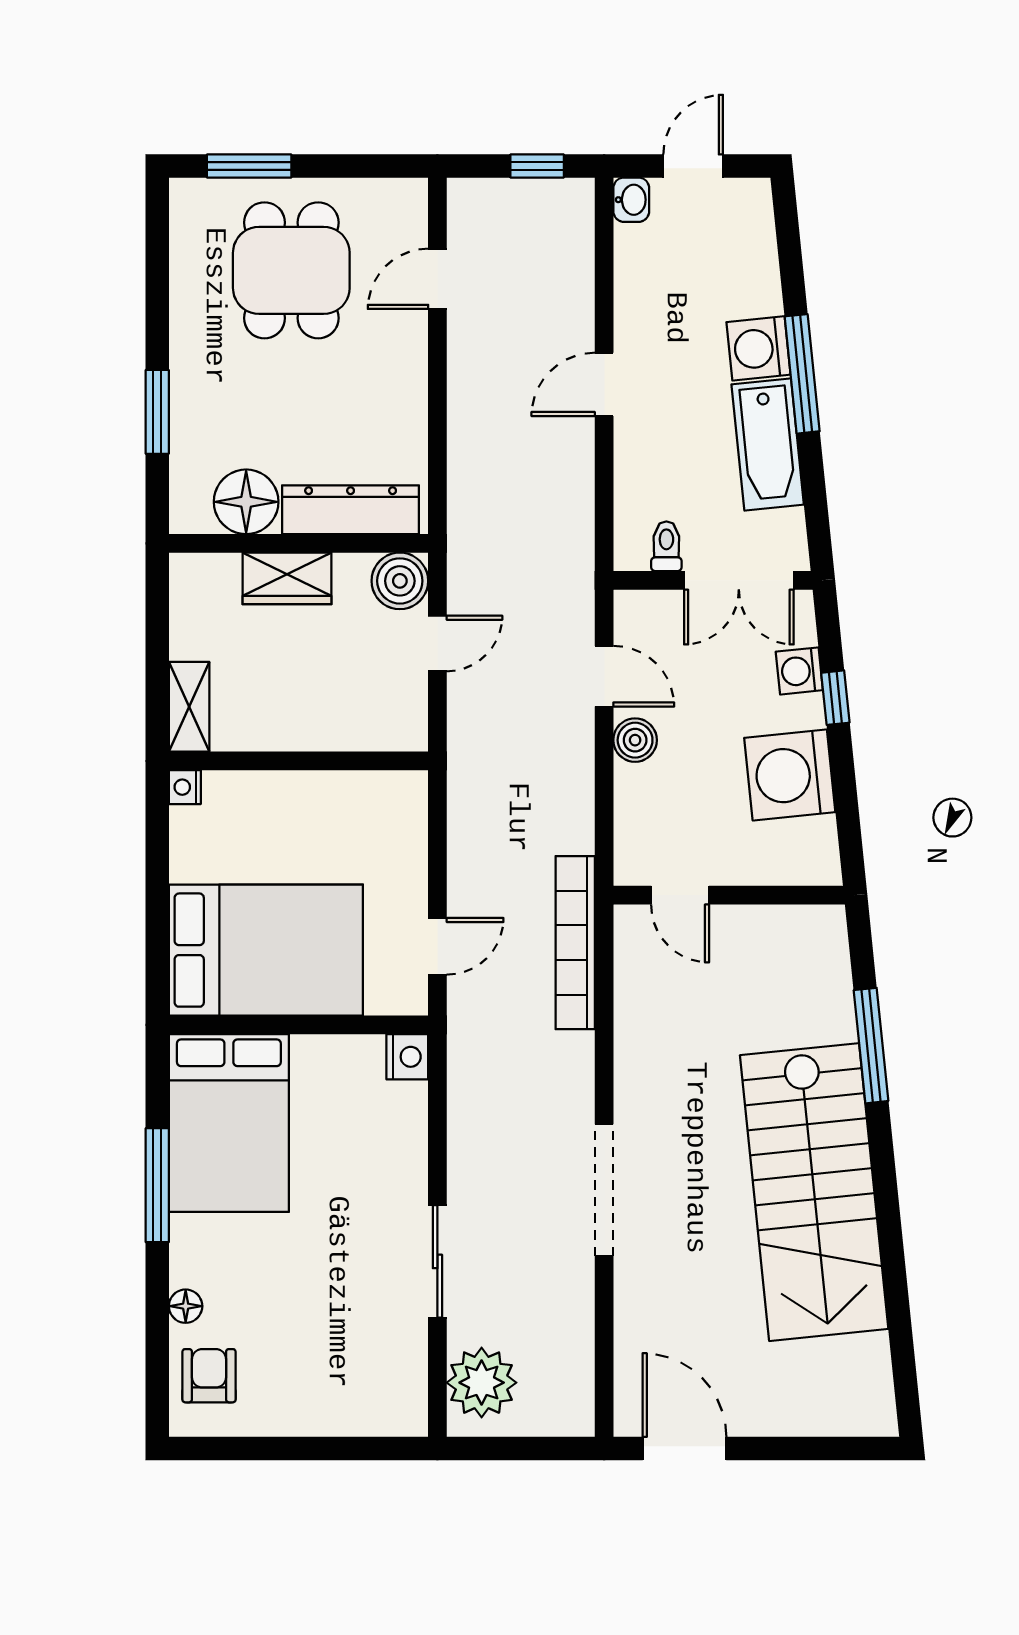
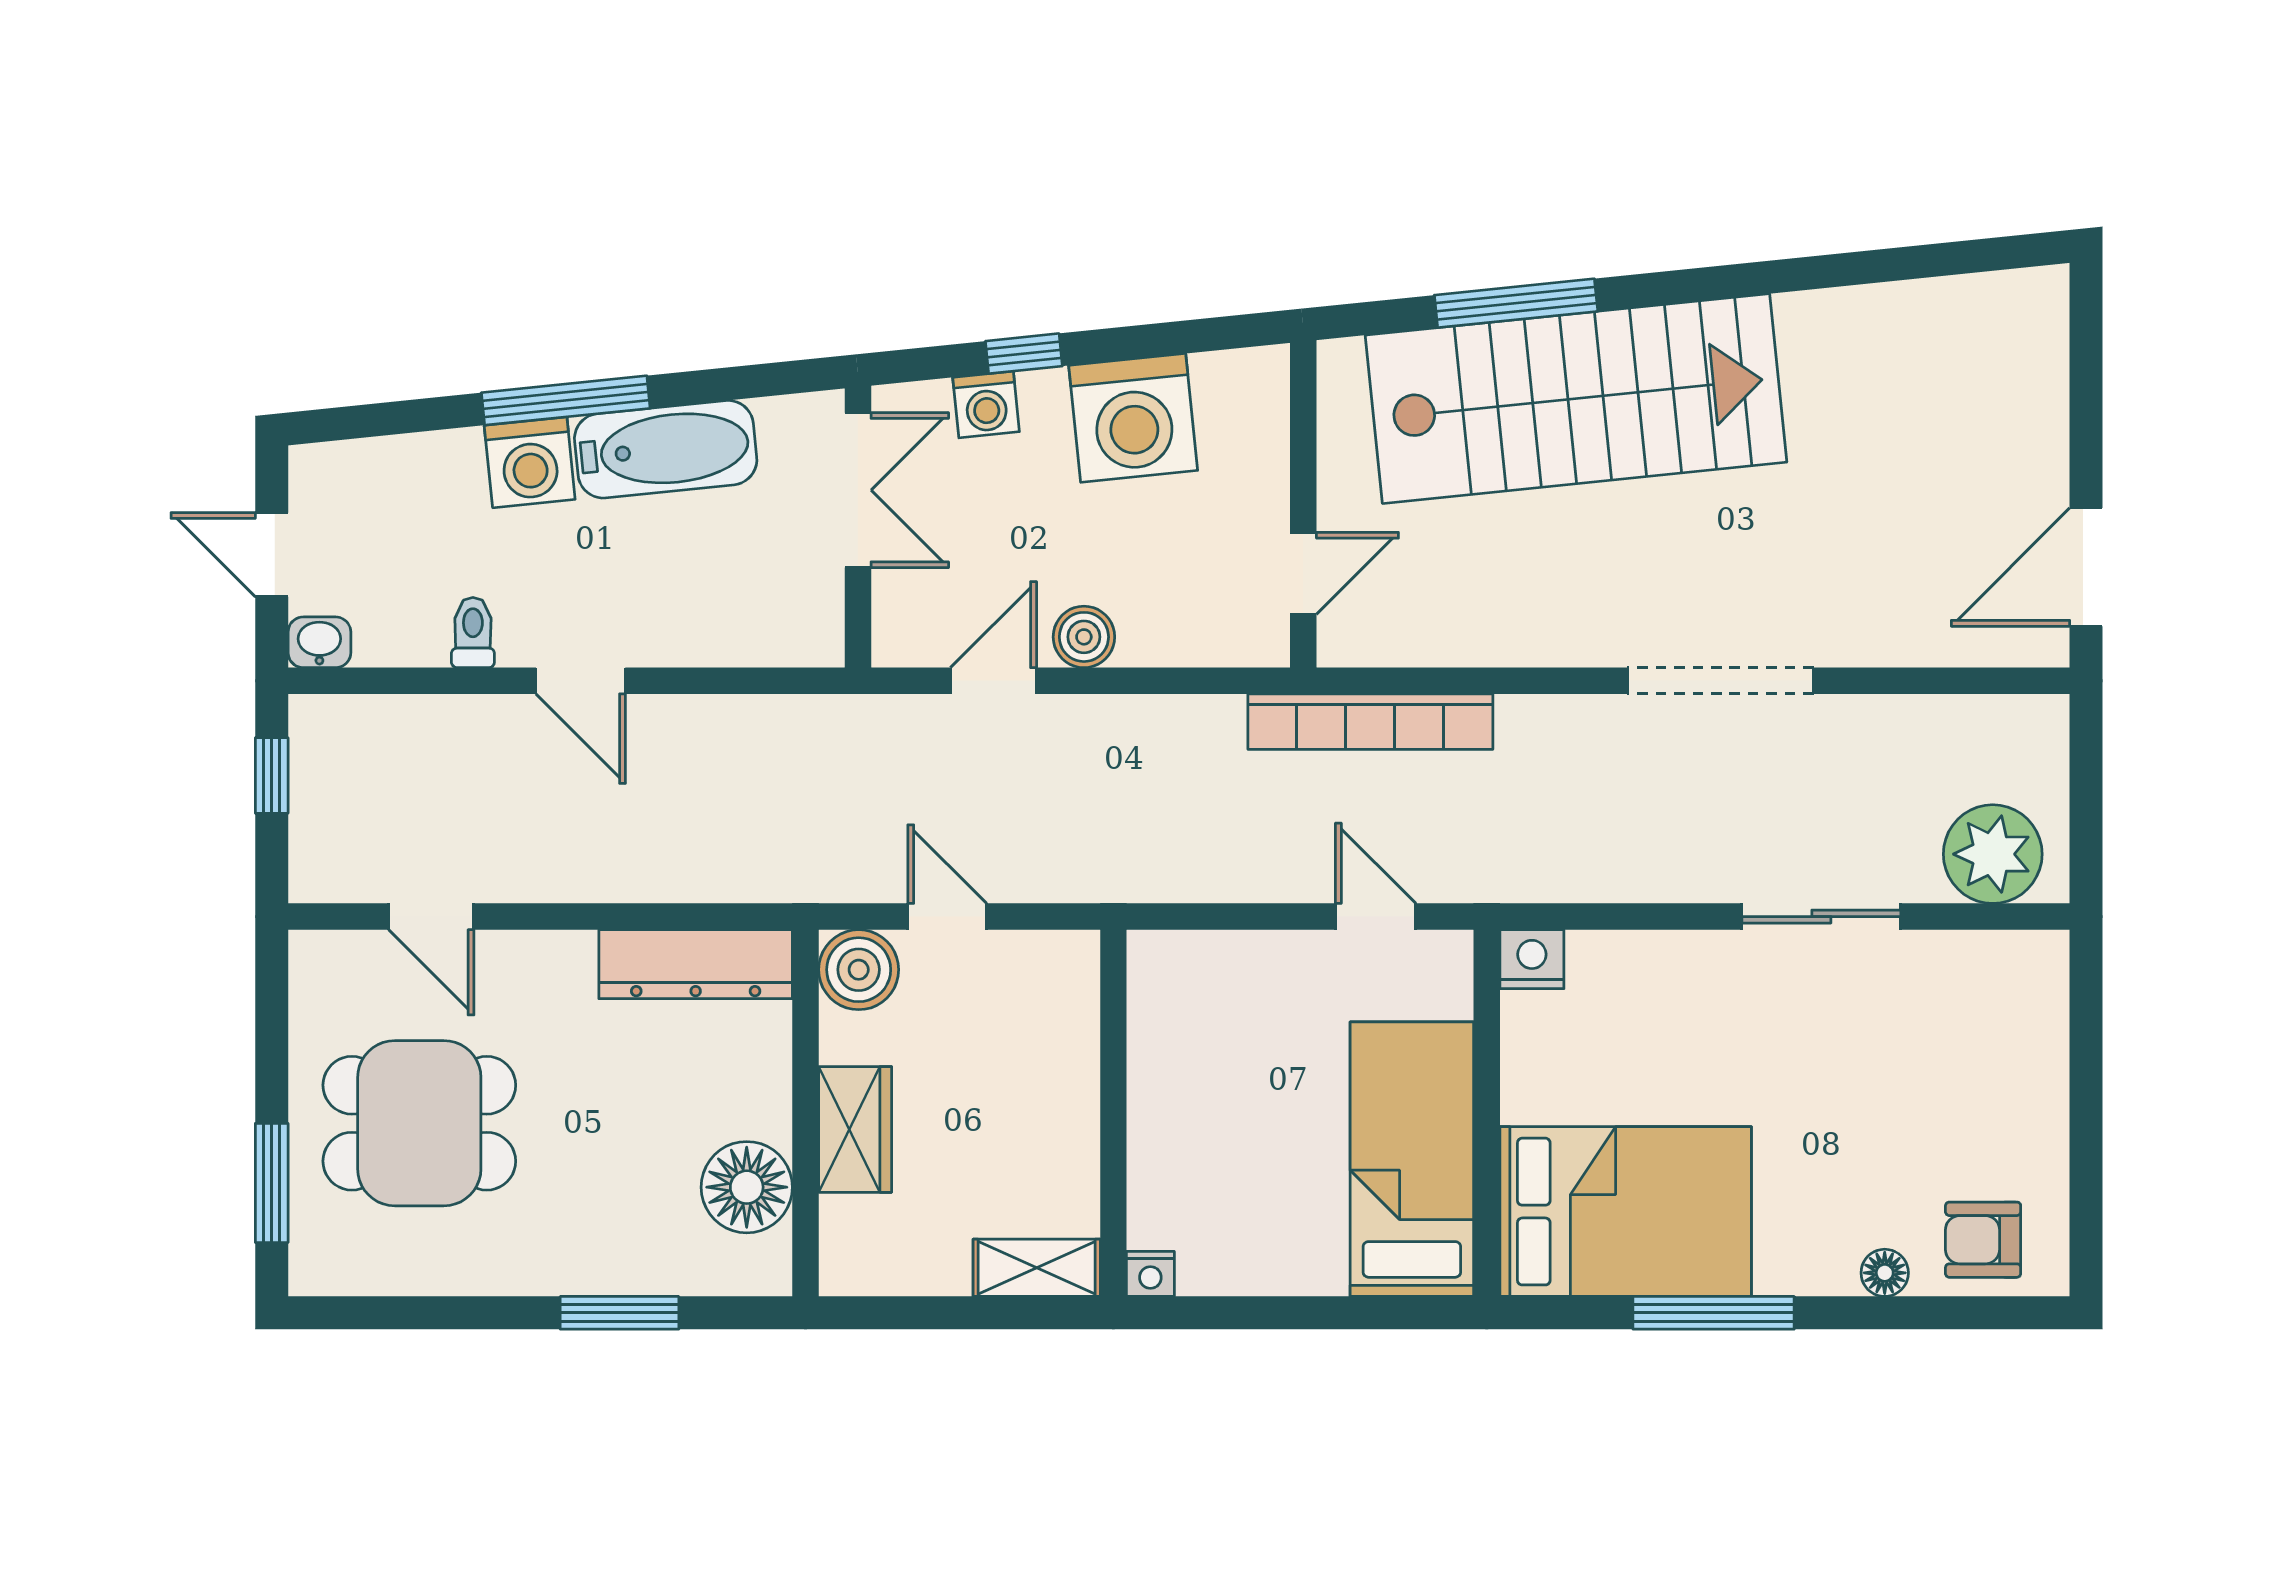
dresser: (351, 510) -> (696, 964), moved, turned -90
toilet: (666, 546) -> (473, 633), moved, turned 90
bed: (266, 950) -> (1412, 1159), width x0.67
stairs: (814, 1192) -> (1576, 399), moved

